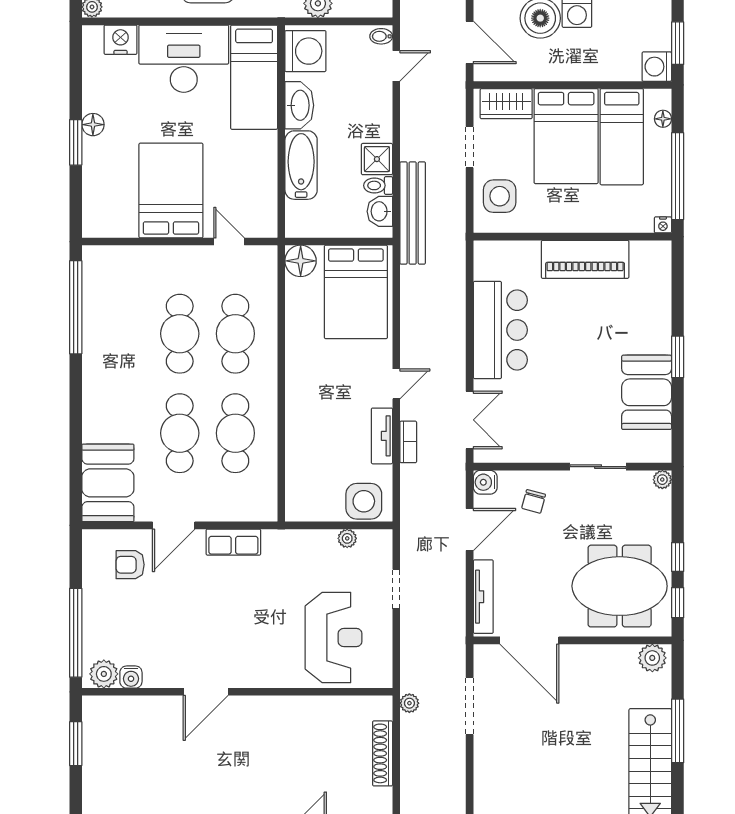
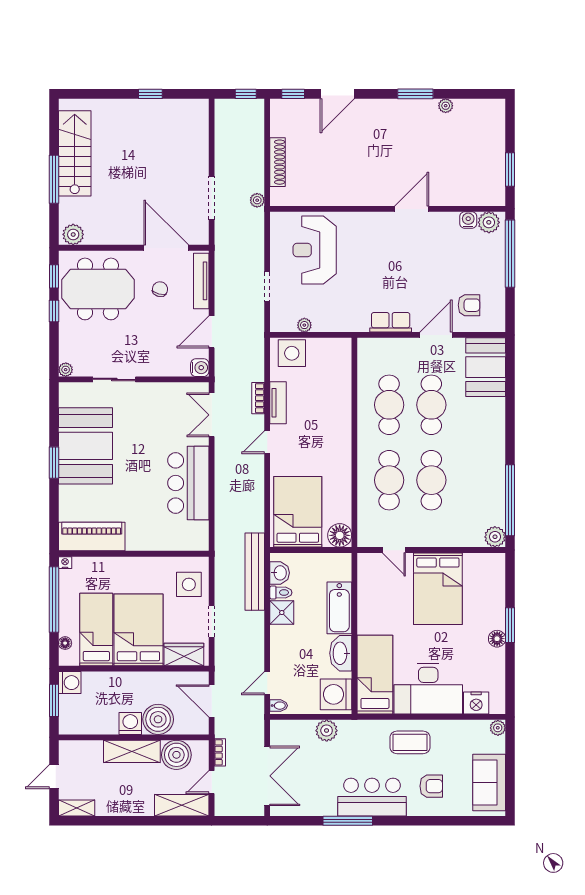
plant: (96, 259) -> (495, 537), added
piano: (585, 259) -> (92, 537), moved
booth: (647, 392) -> (85, 446), width x1.36, depth x1.42
chair: (534, 501) -> (160, 289), moved

